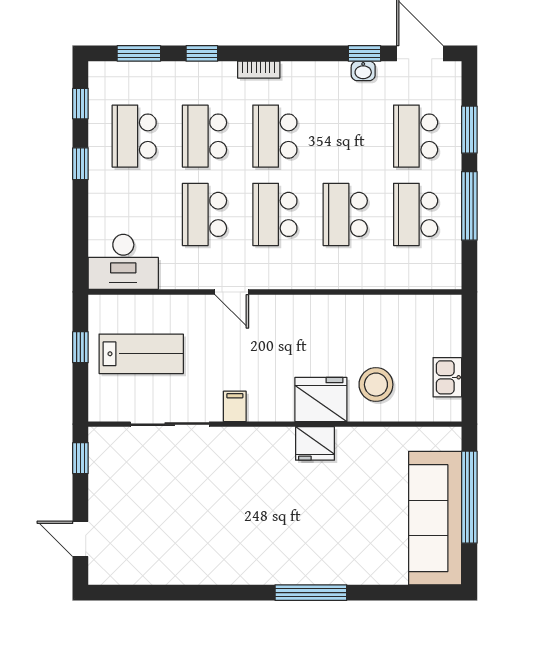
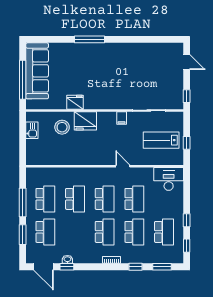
fridge: (315, 443) -> (75, 102), moved

